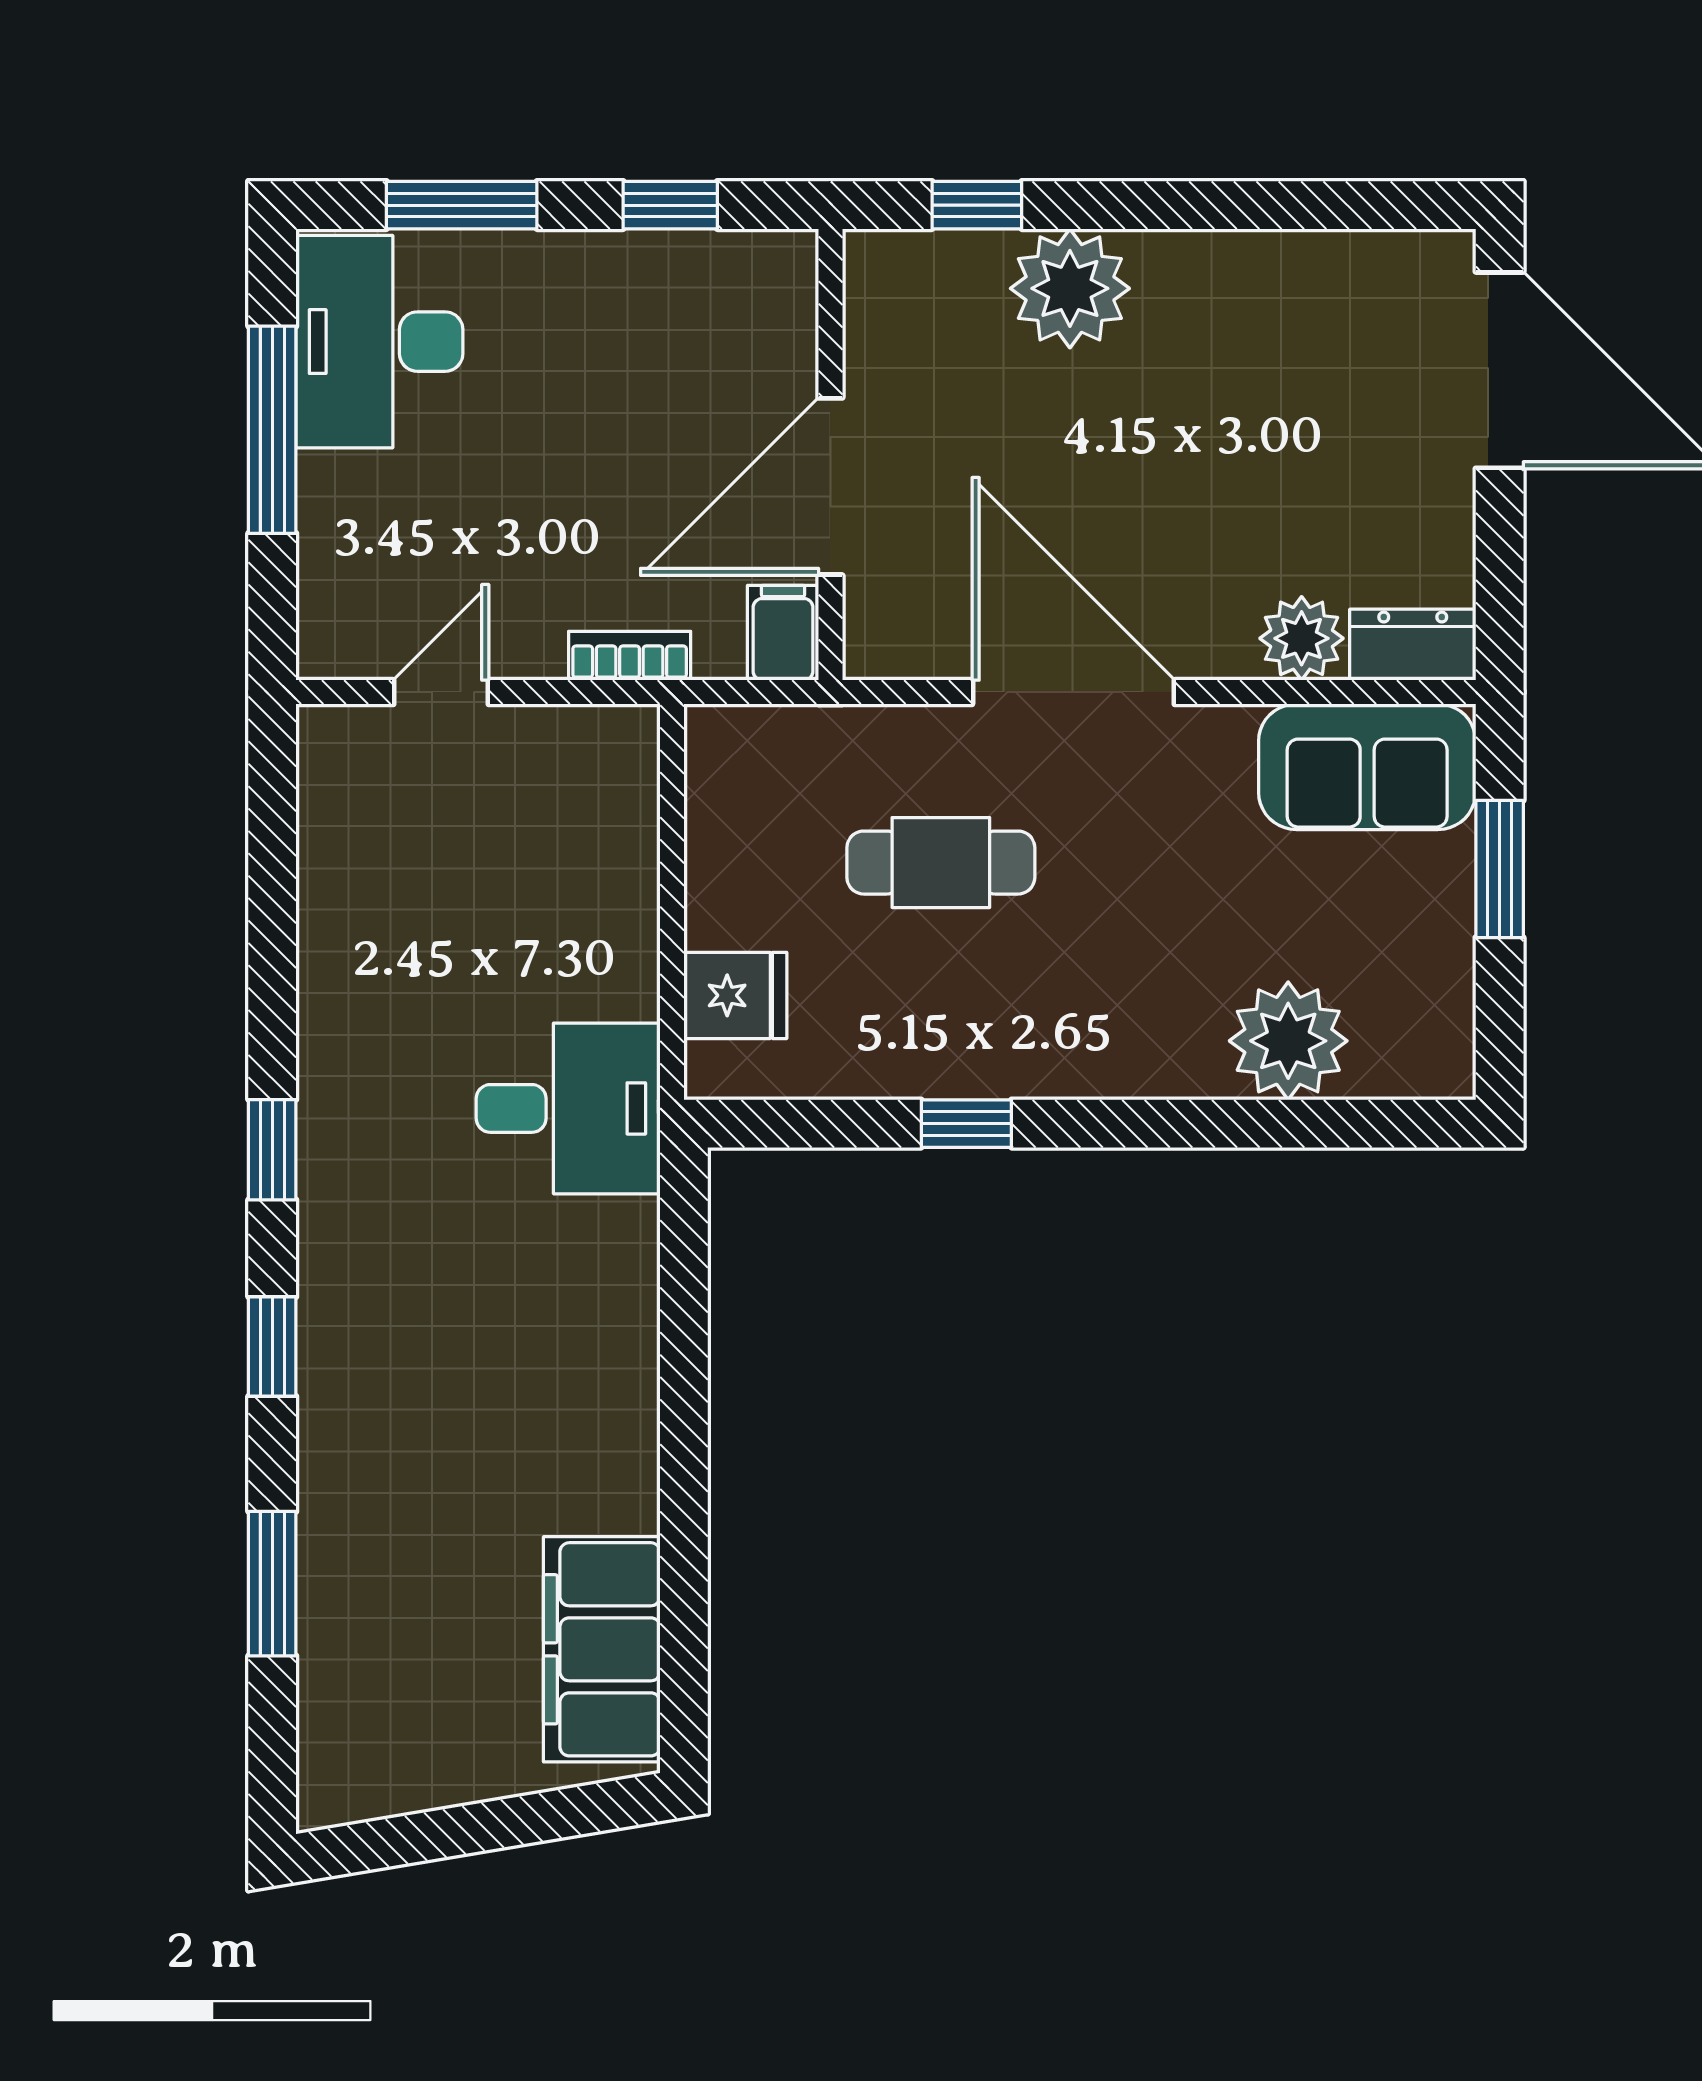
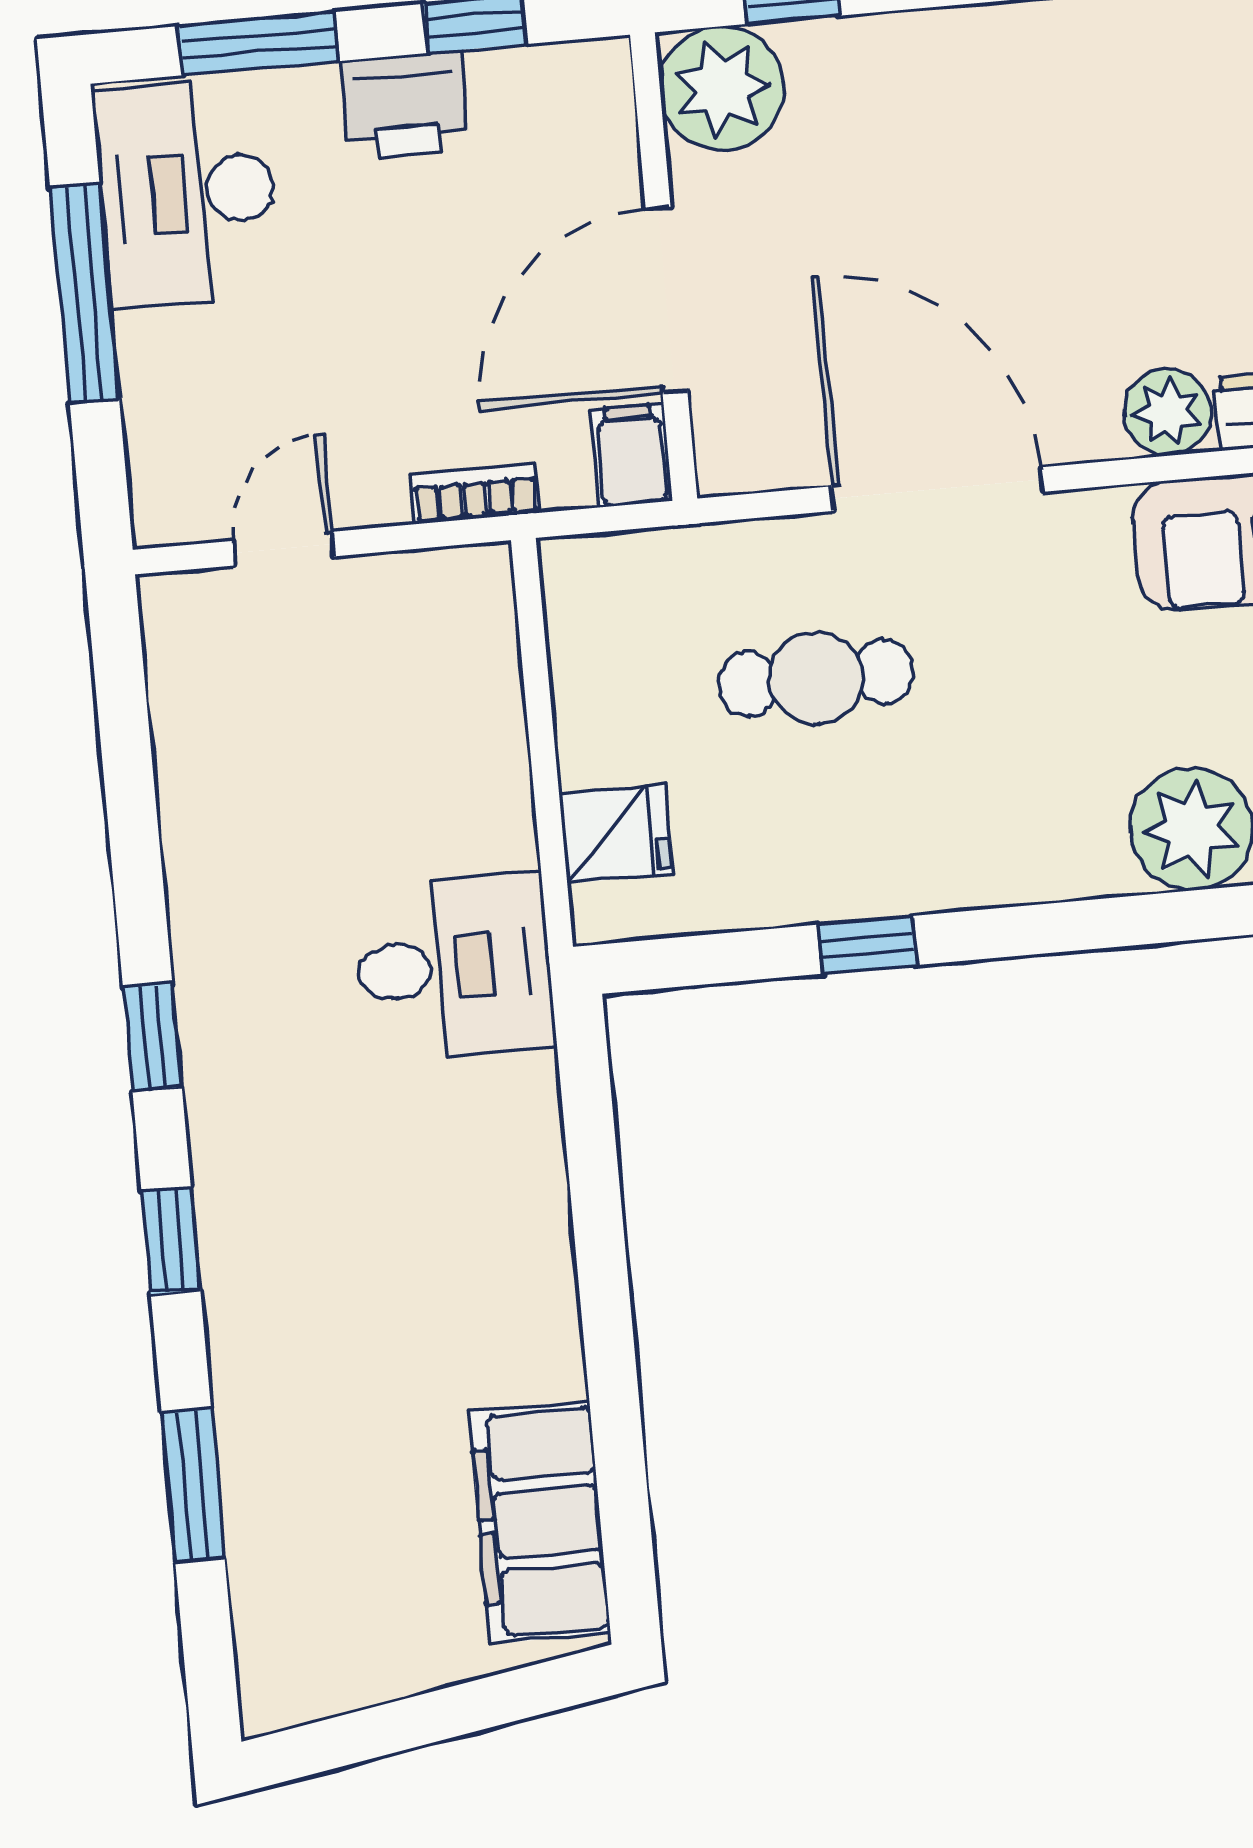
printer: (596, 278) -> (405, 106), added
plant: (1070, 288) -> (722, 88), moved

